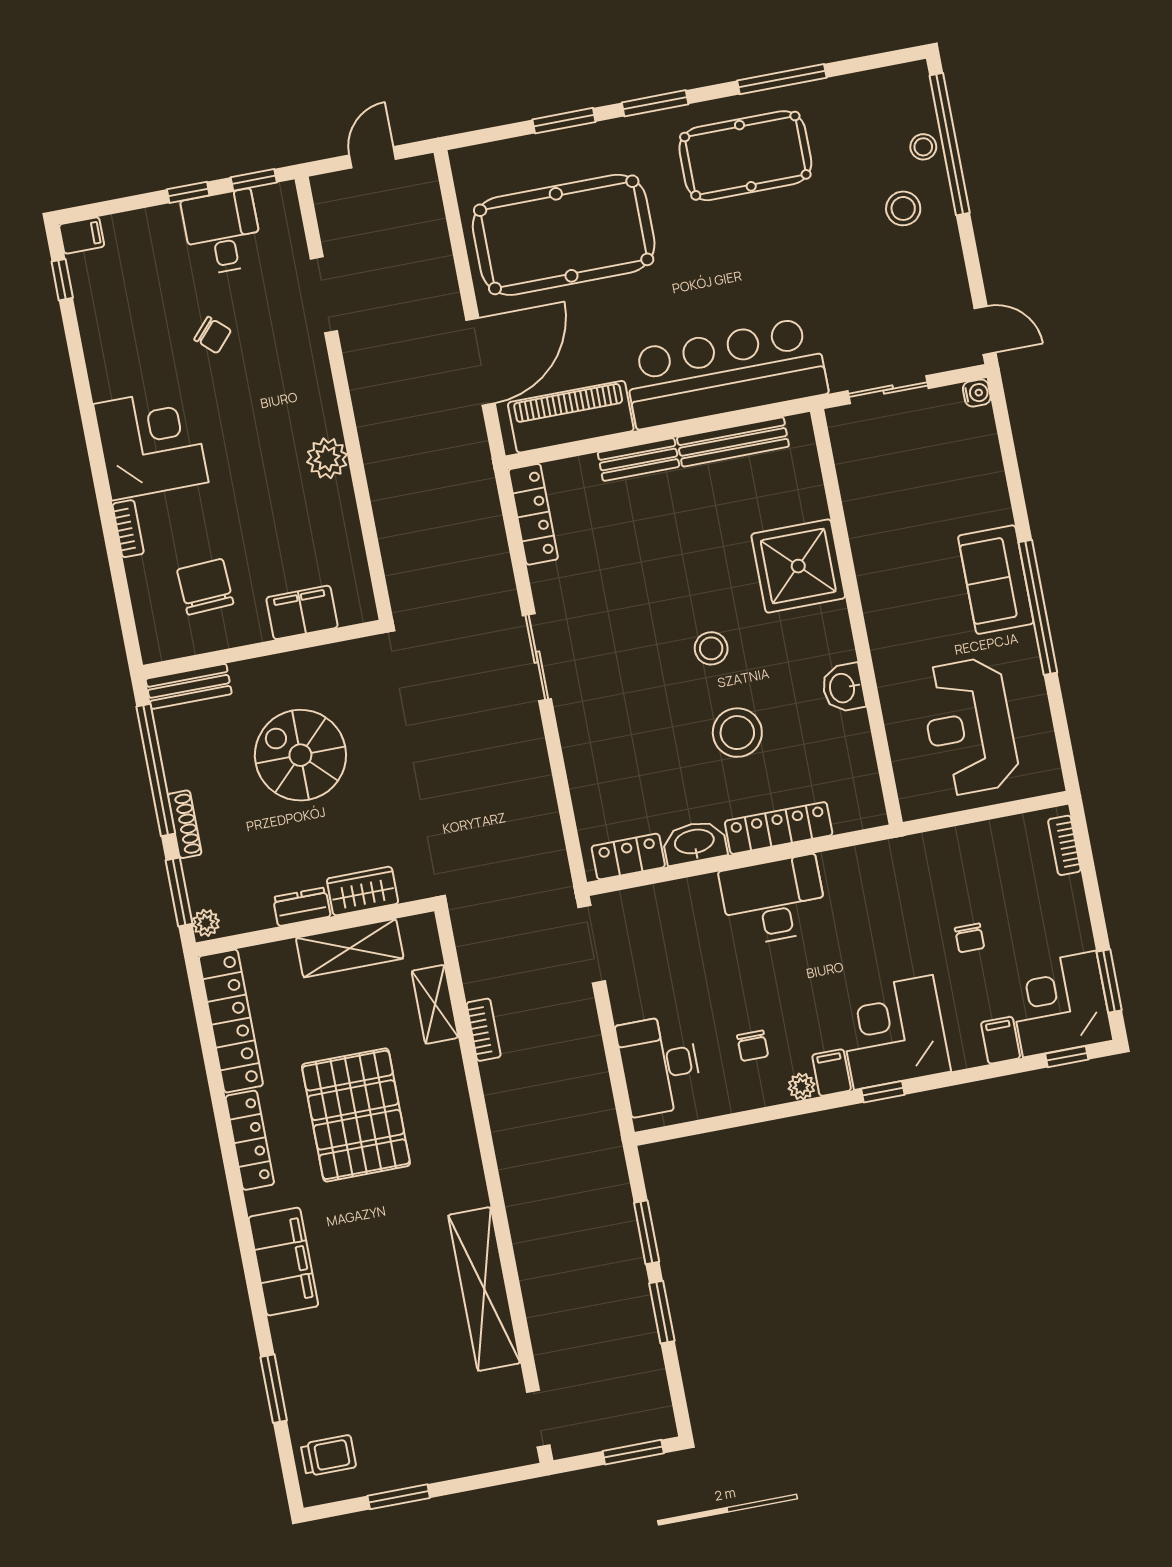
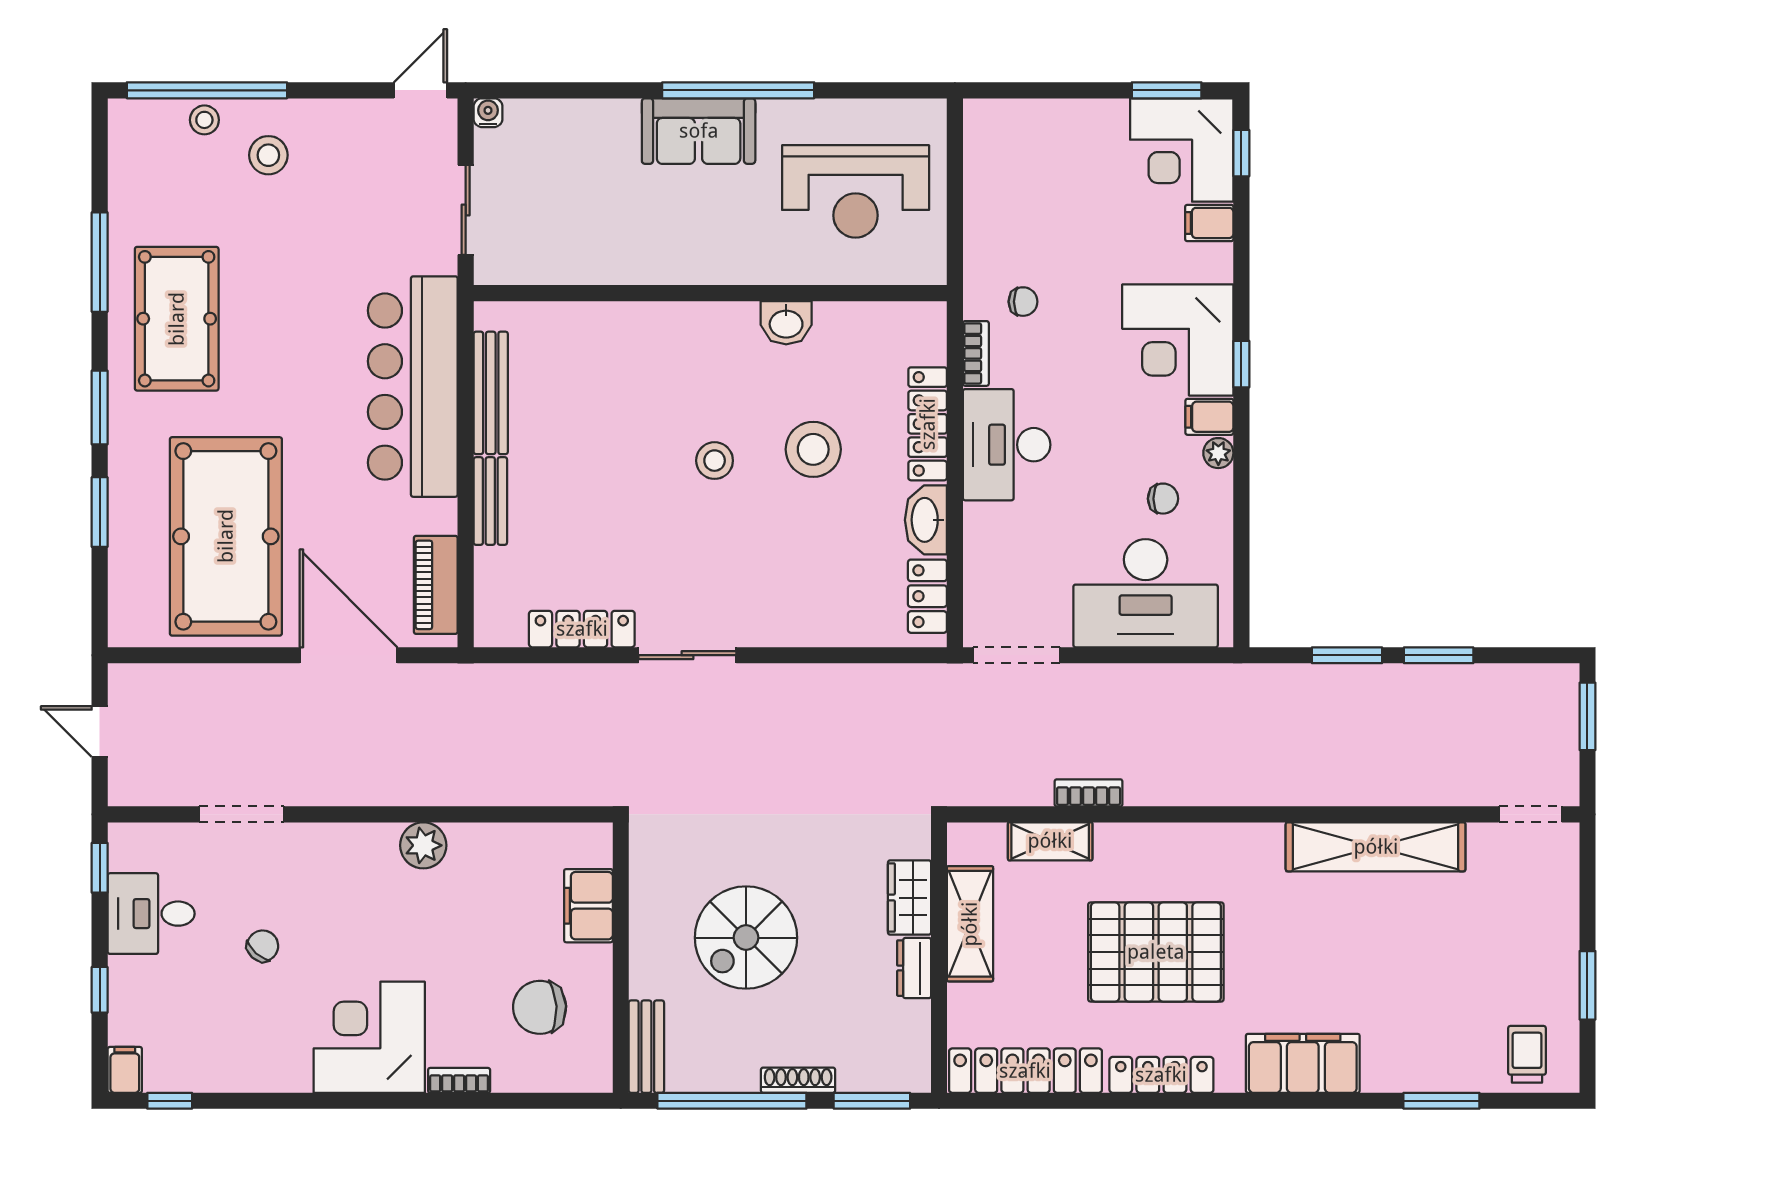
window: (188, 192) -> (100, 990), moved
piano: (571, 417) -> (436, 585), width x0.73, depth x0.75
locker: (533, 514) -> (582, 629), moved
shower: (798, 566) -> (642, 347), removed
bookcase: (1064, 845) -> (976, 353), moved, turned -90
plant: (206, 923) -> (912, 1078), removed
chair: (970, 938) -> (1023, 302), moved
desk: (659, 1065) -> (1146, 593), width x1.36, depth x1.30

